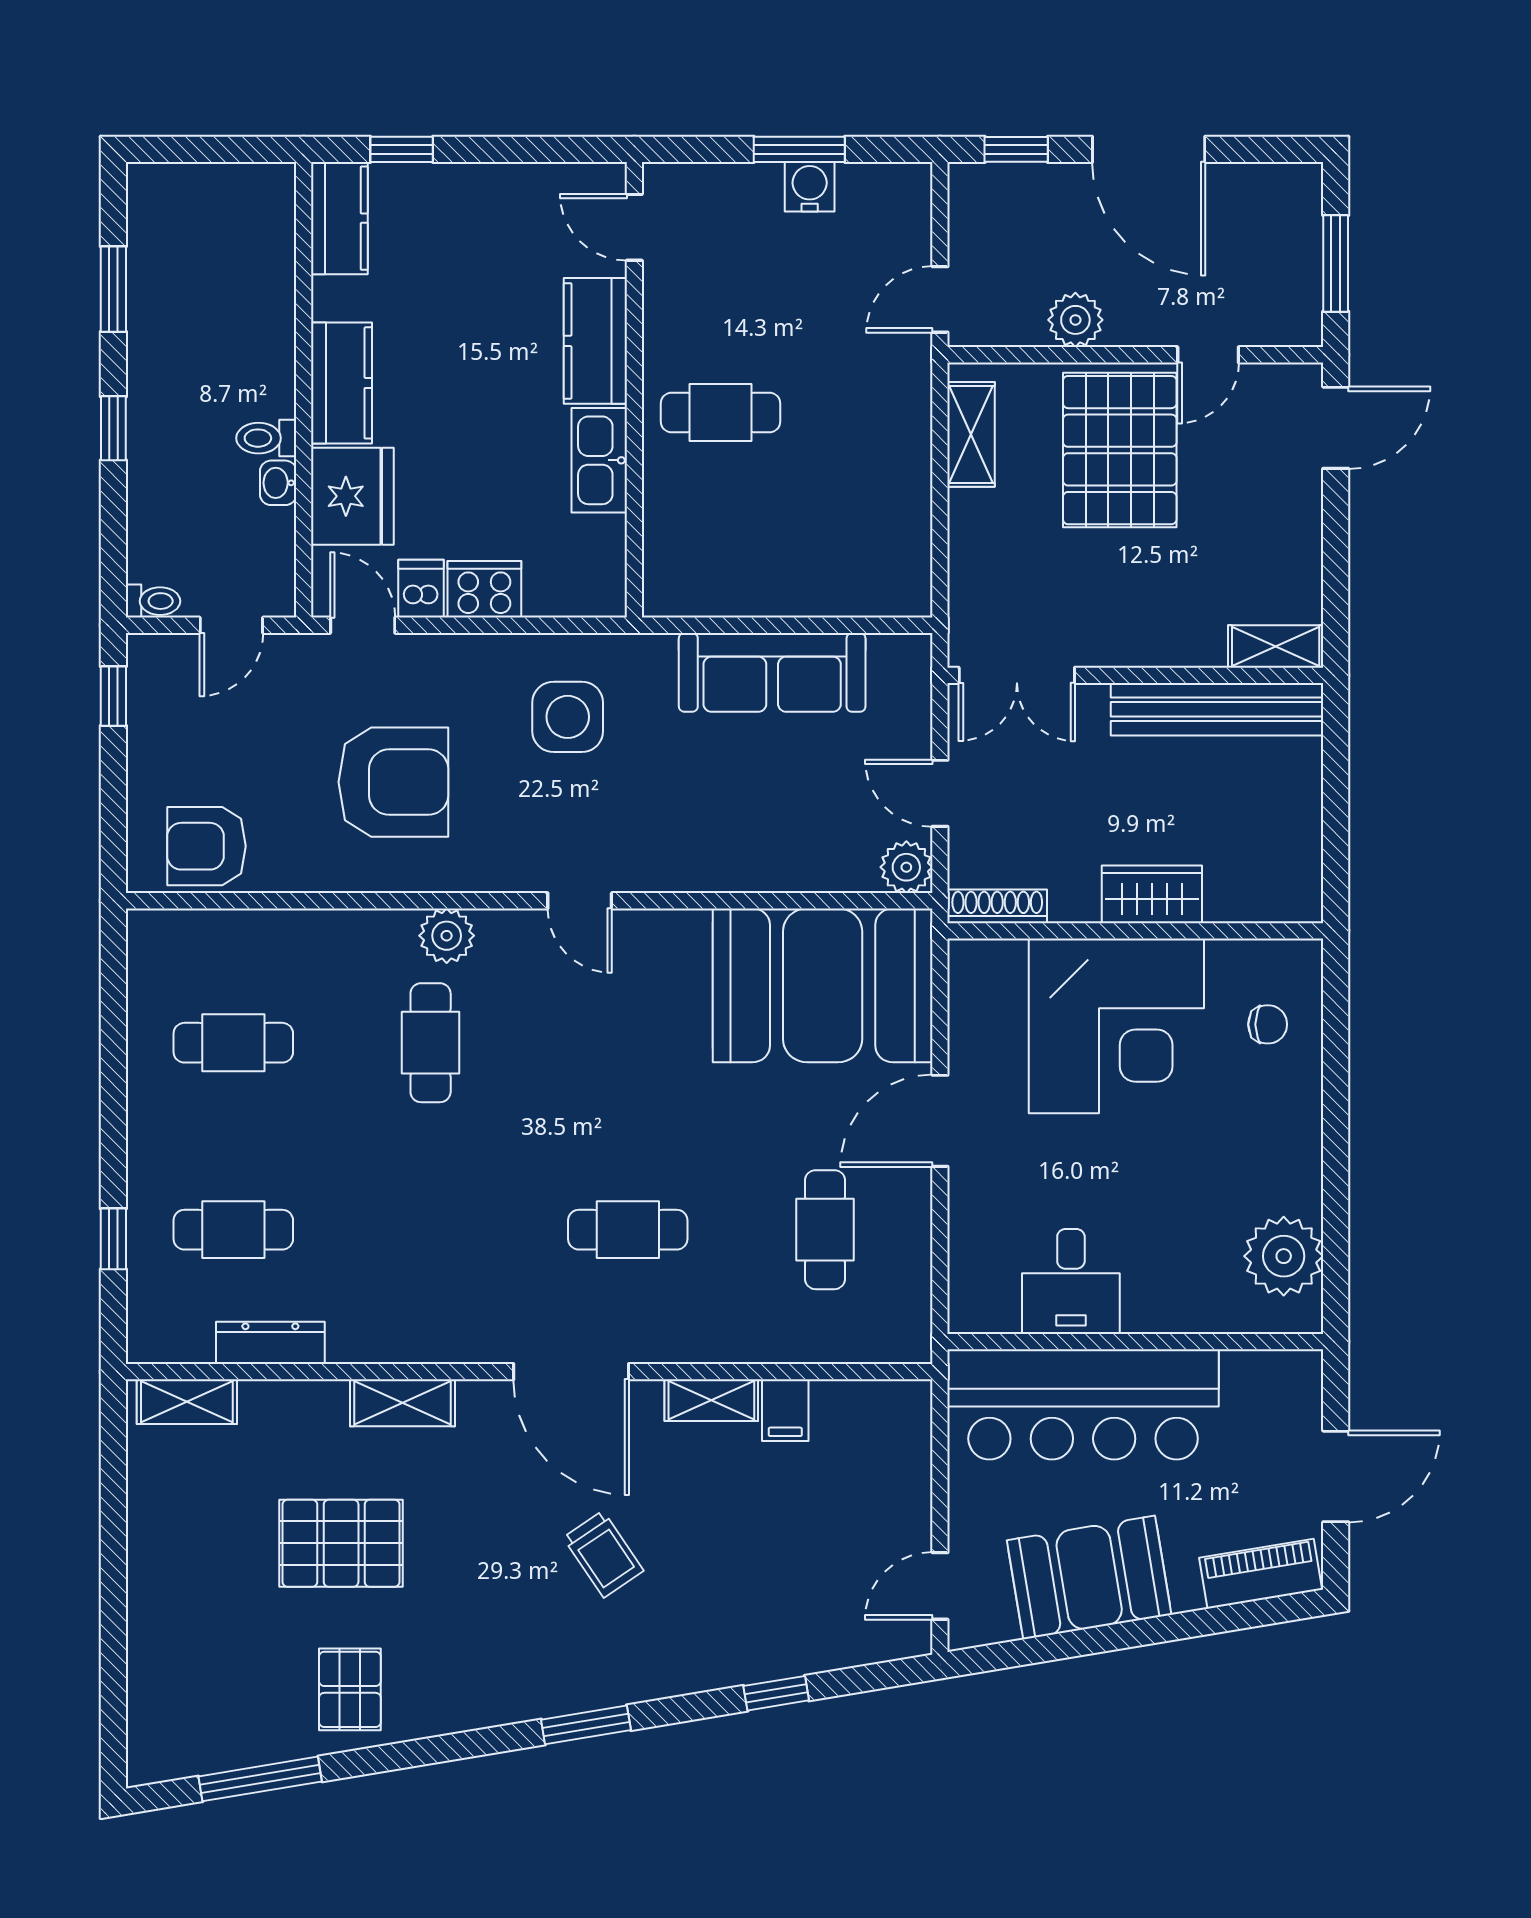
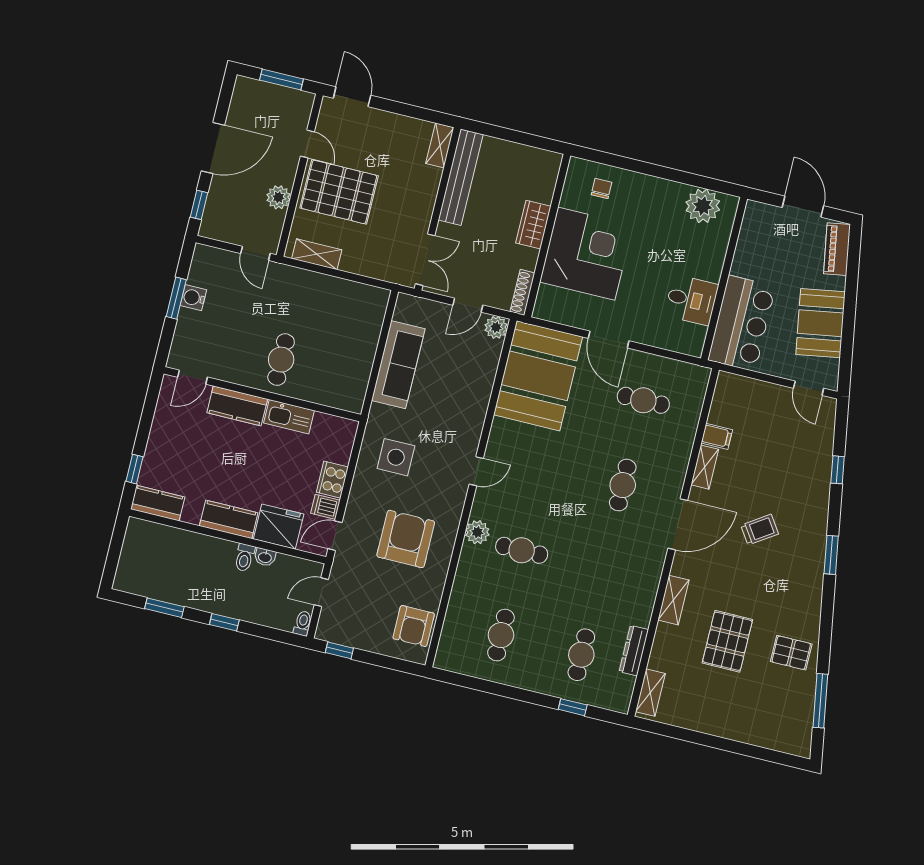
door: (231, 625) -> (321, 592), swing flipped
bar counter: (1083, 1404) -> (742, 323), width x0.73

